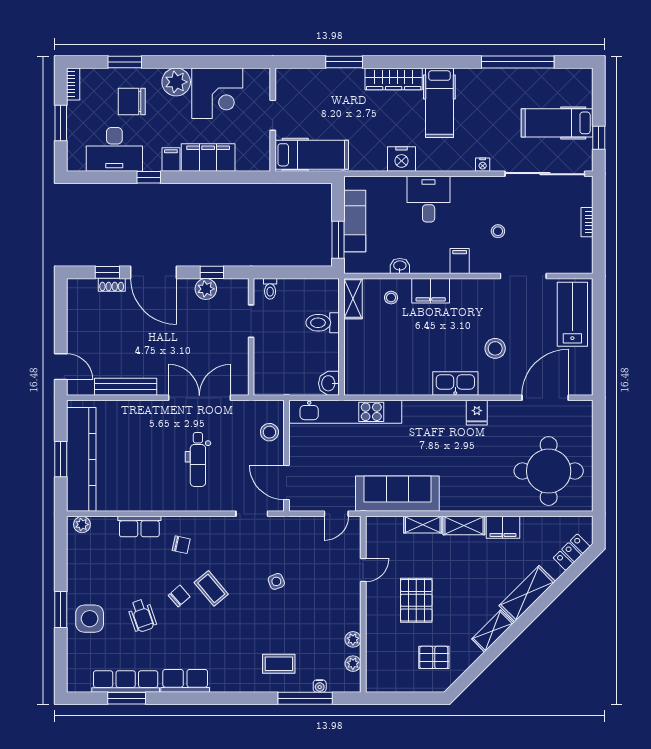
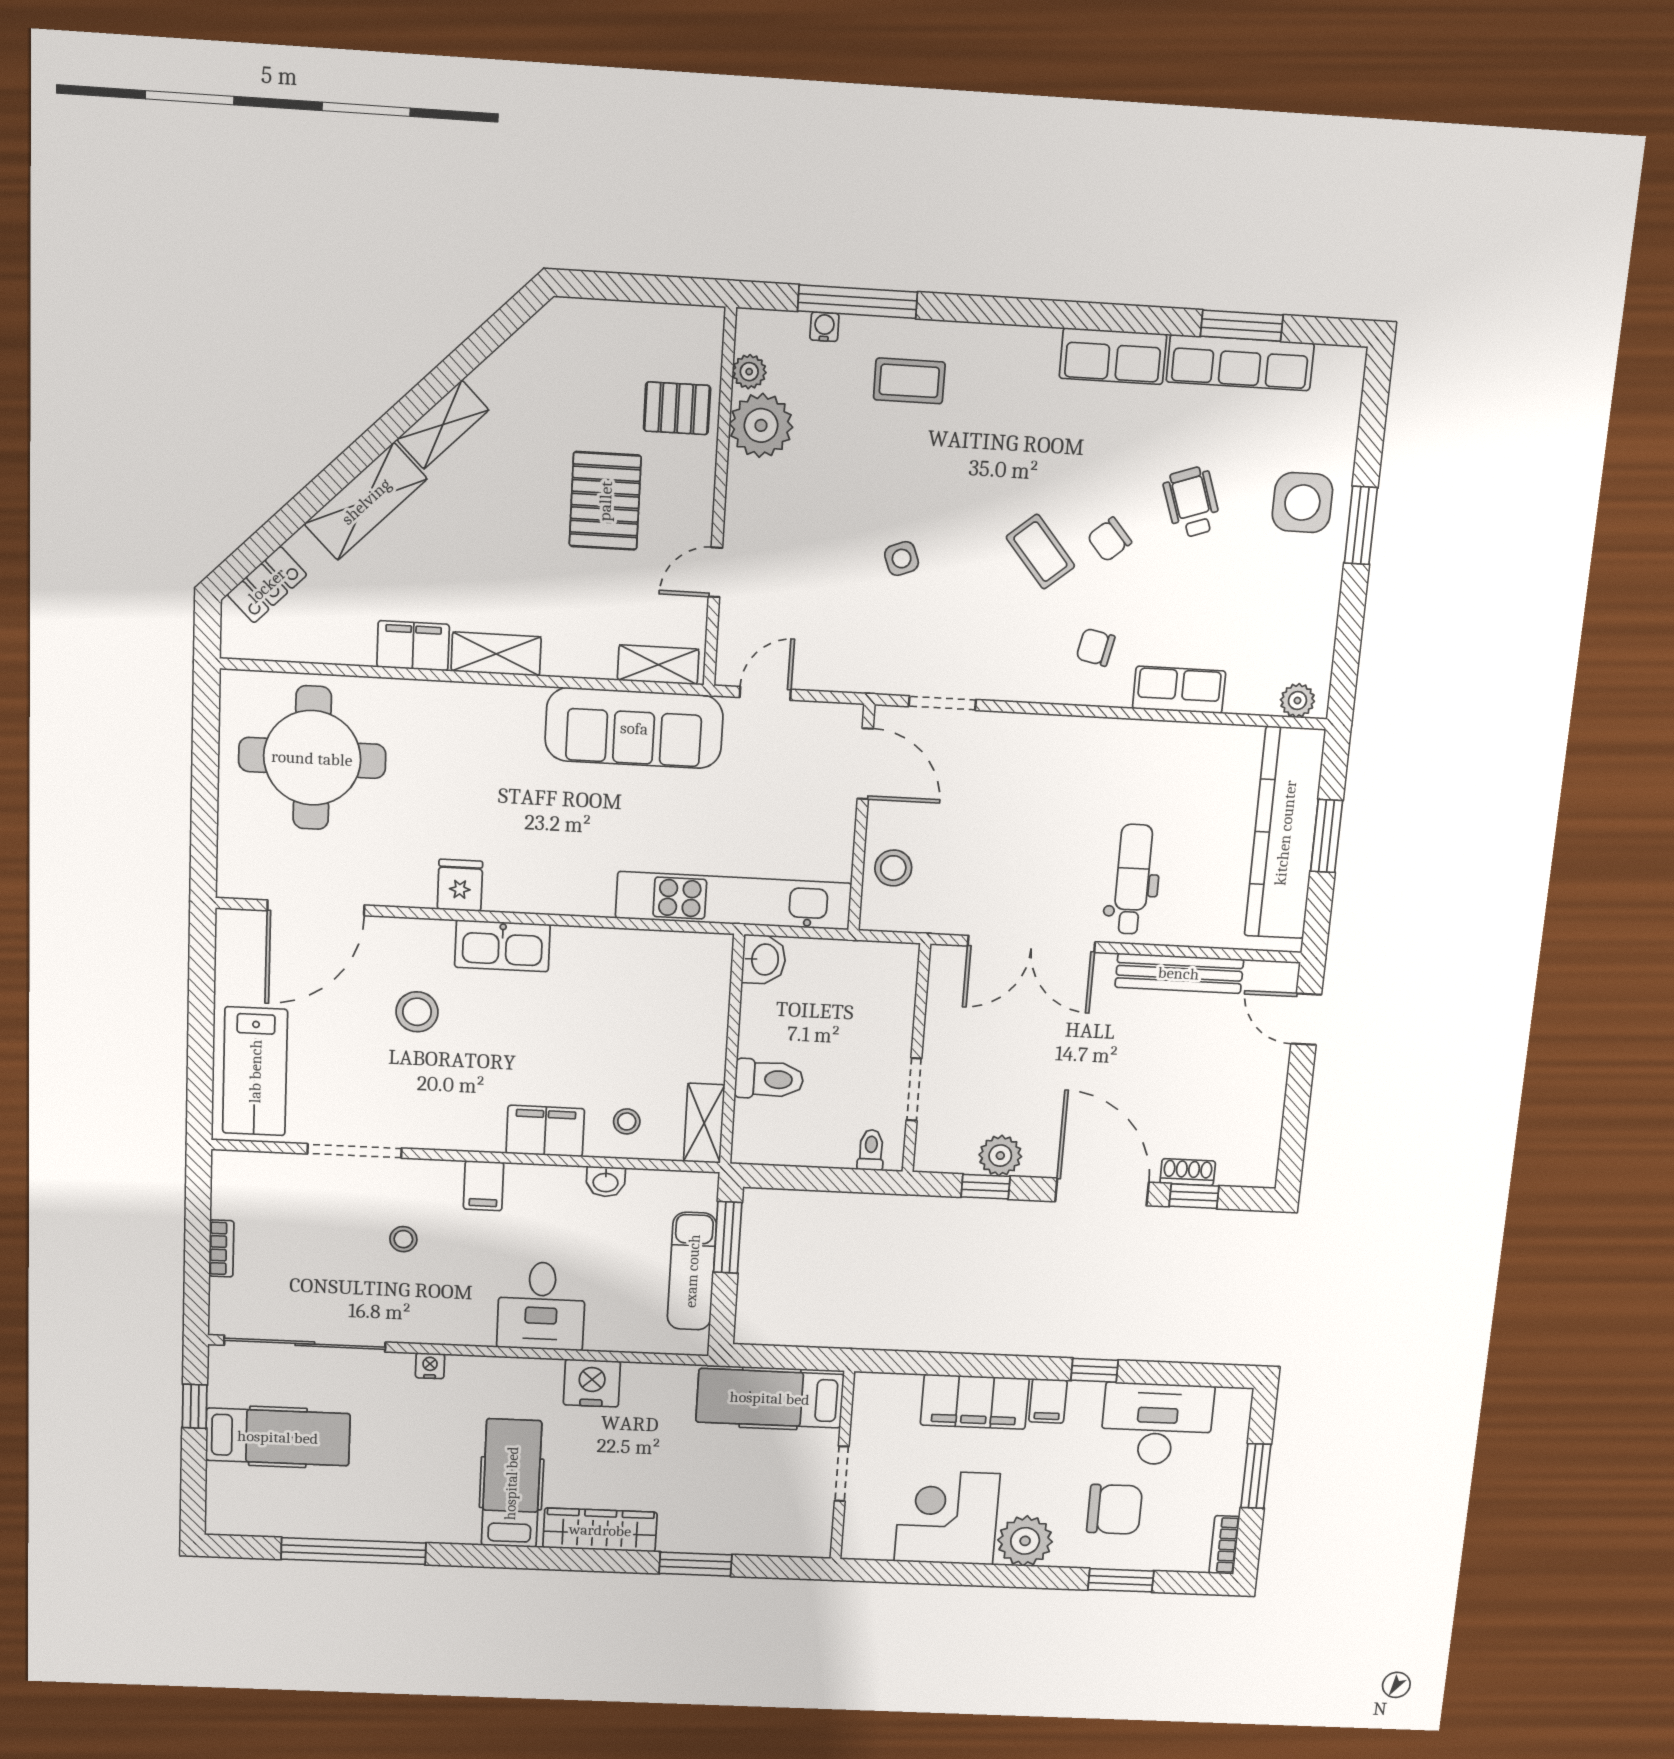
dental chair: (198, 459) -> (1133, 879), moved
shelving: (423, 525) -> (658, 665), moved
plant: (353, 639) -> (761, 425), width x1.88, depth x1.88
pallet: (434, 657) -> (677, 408), moved

